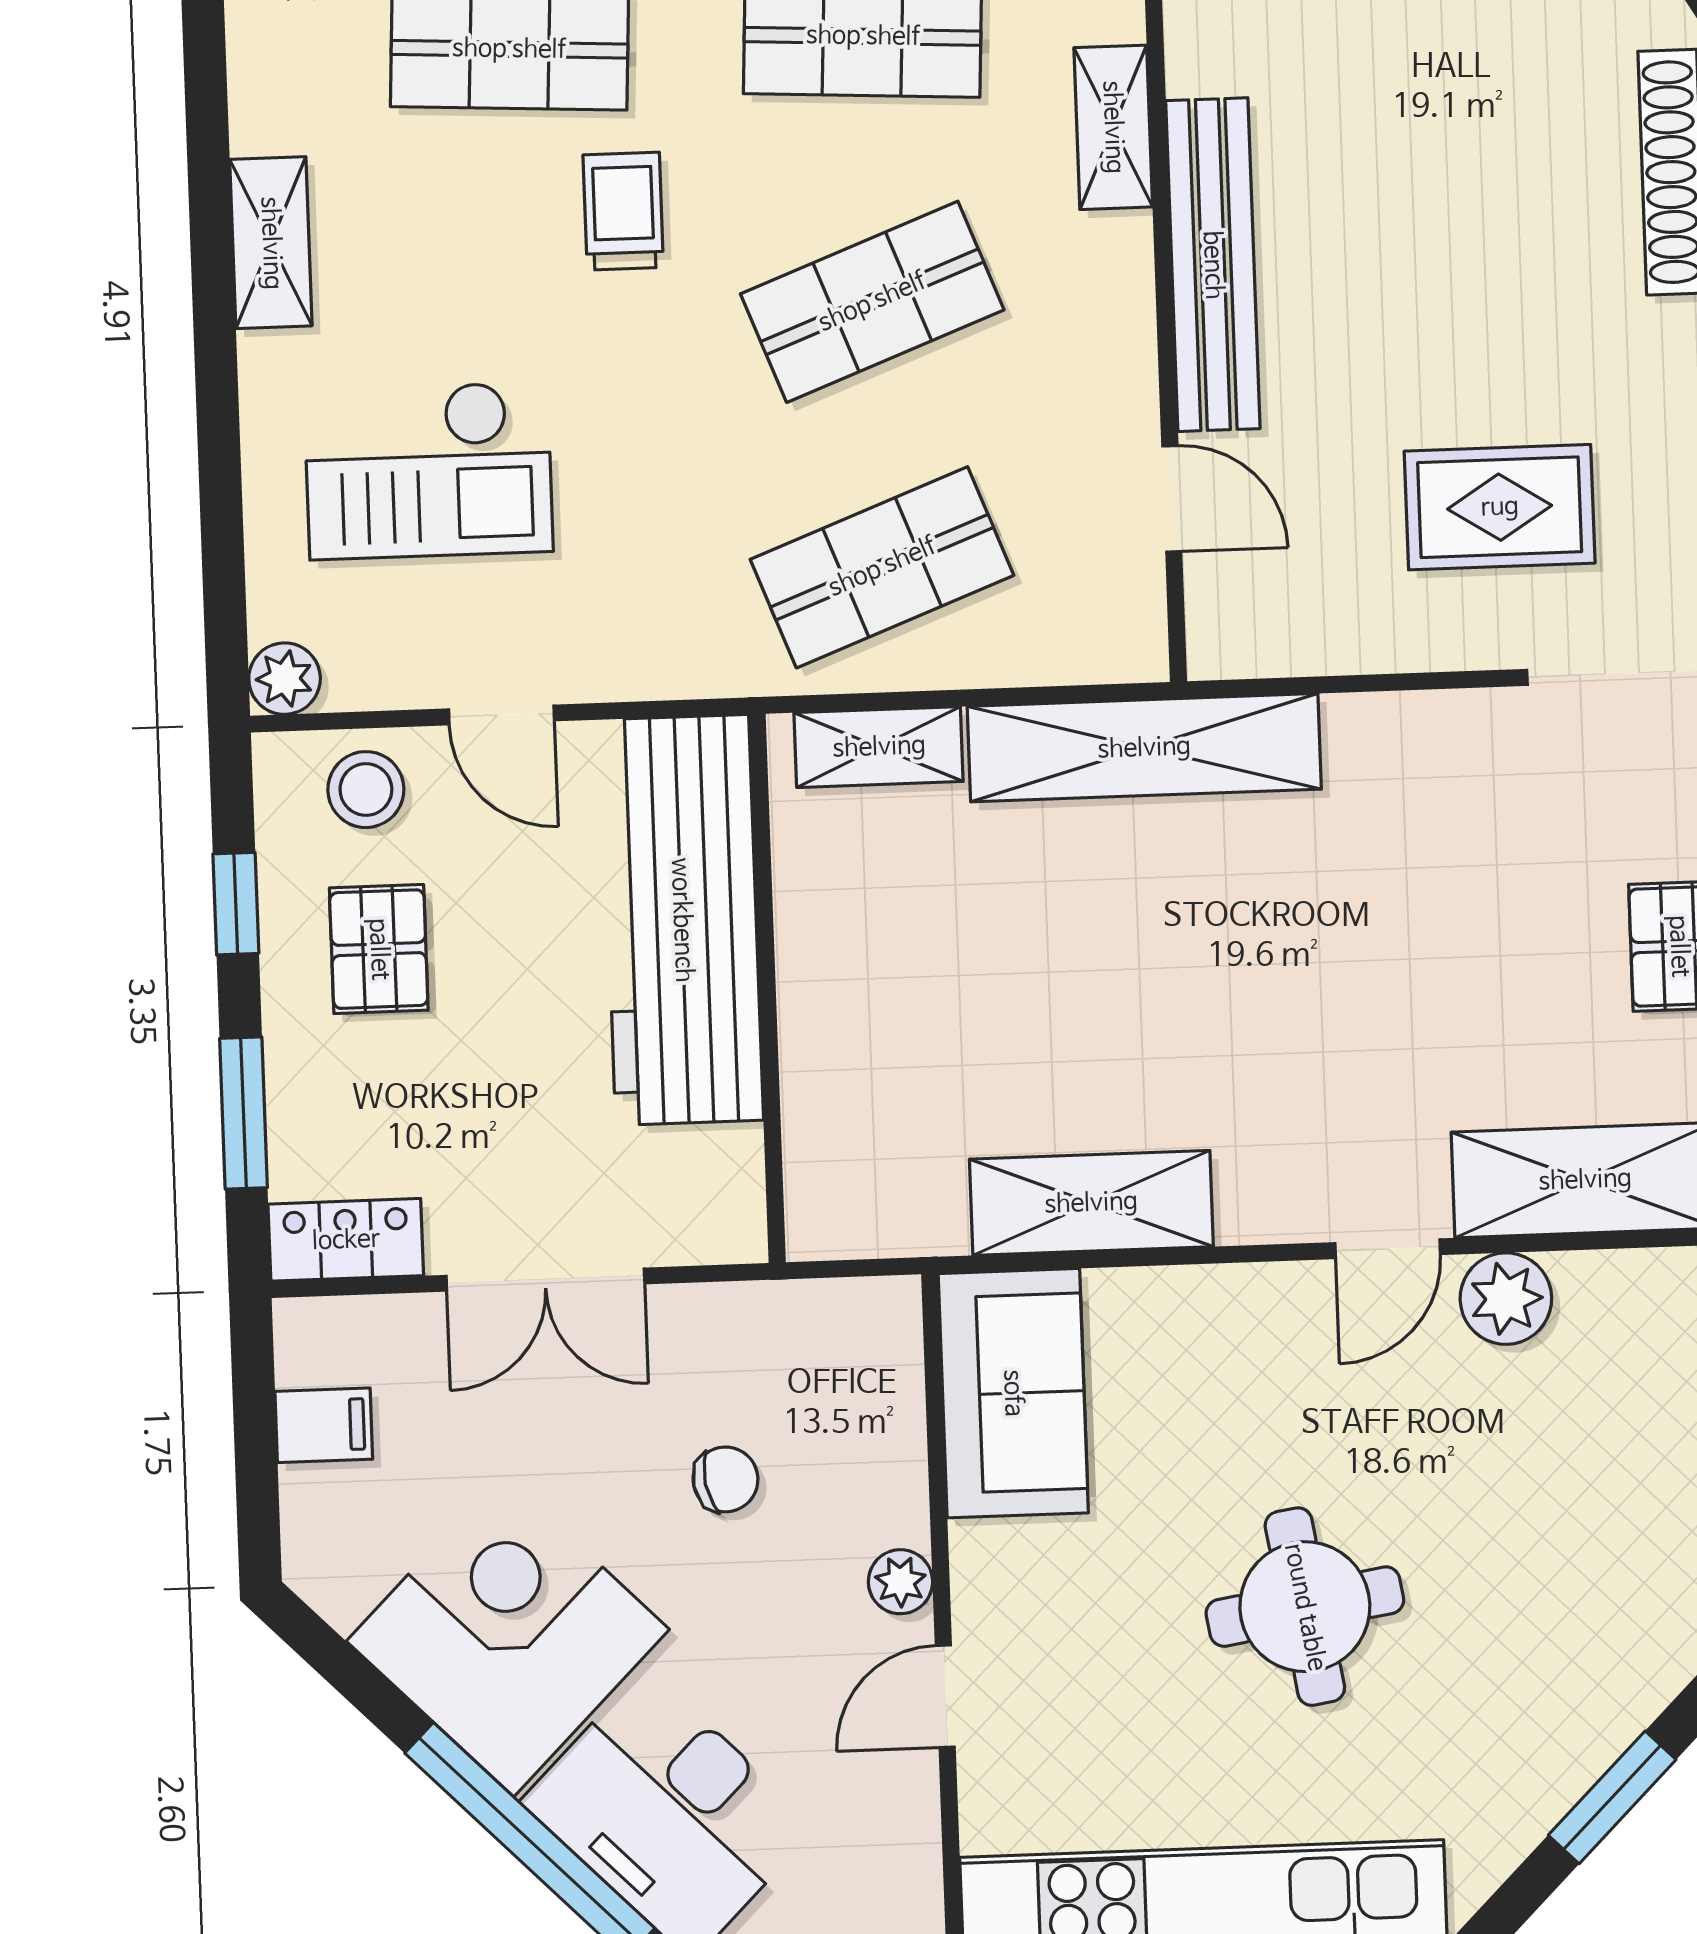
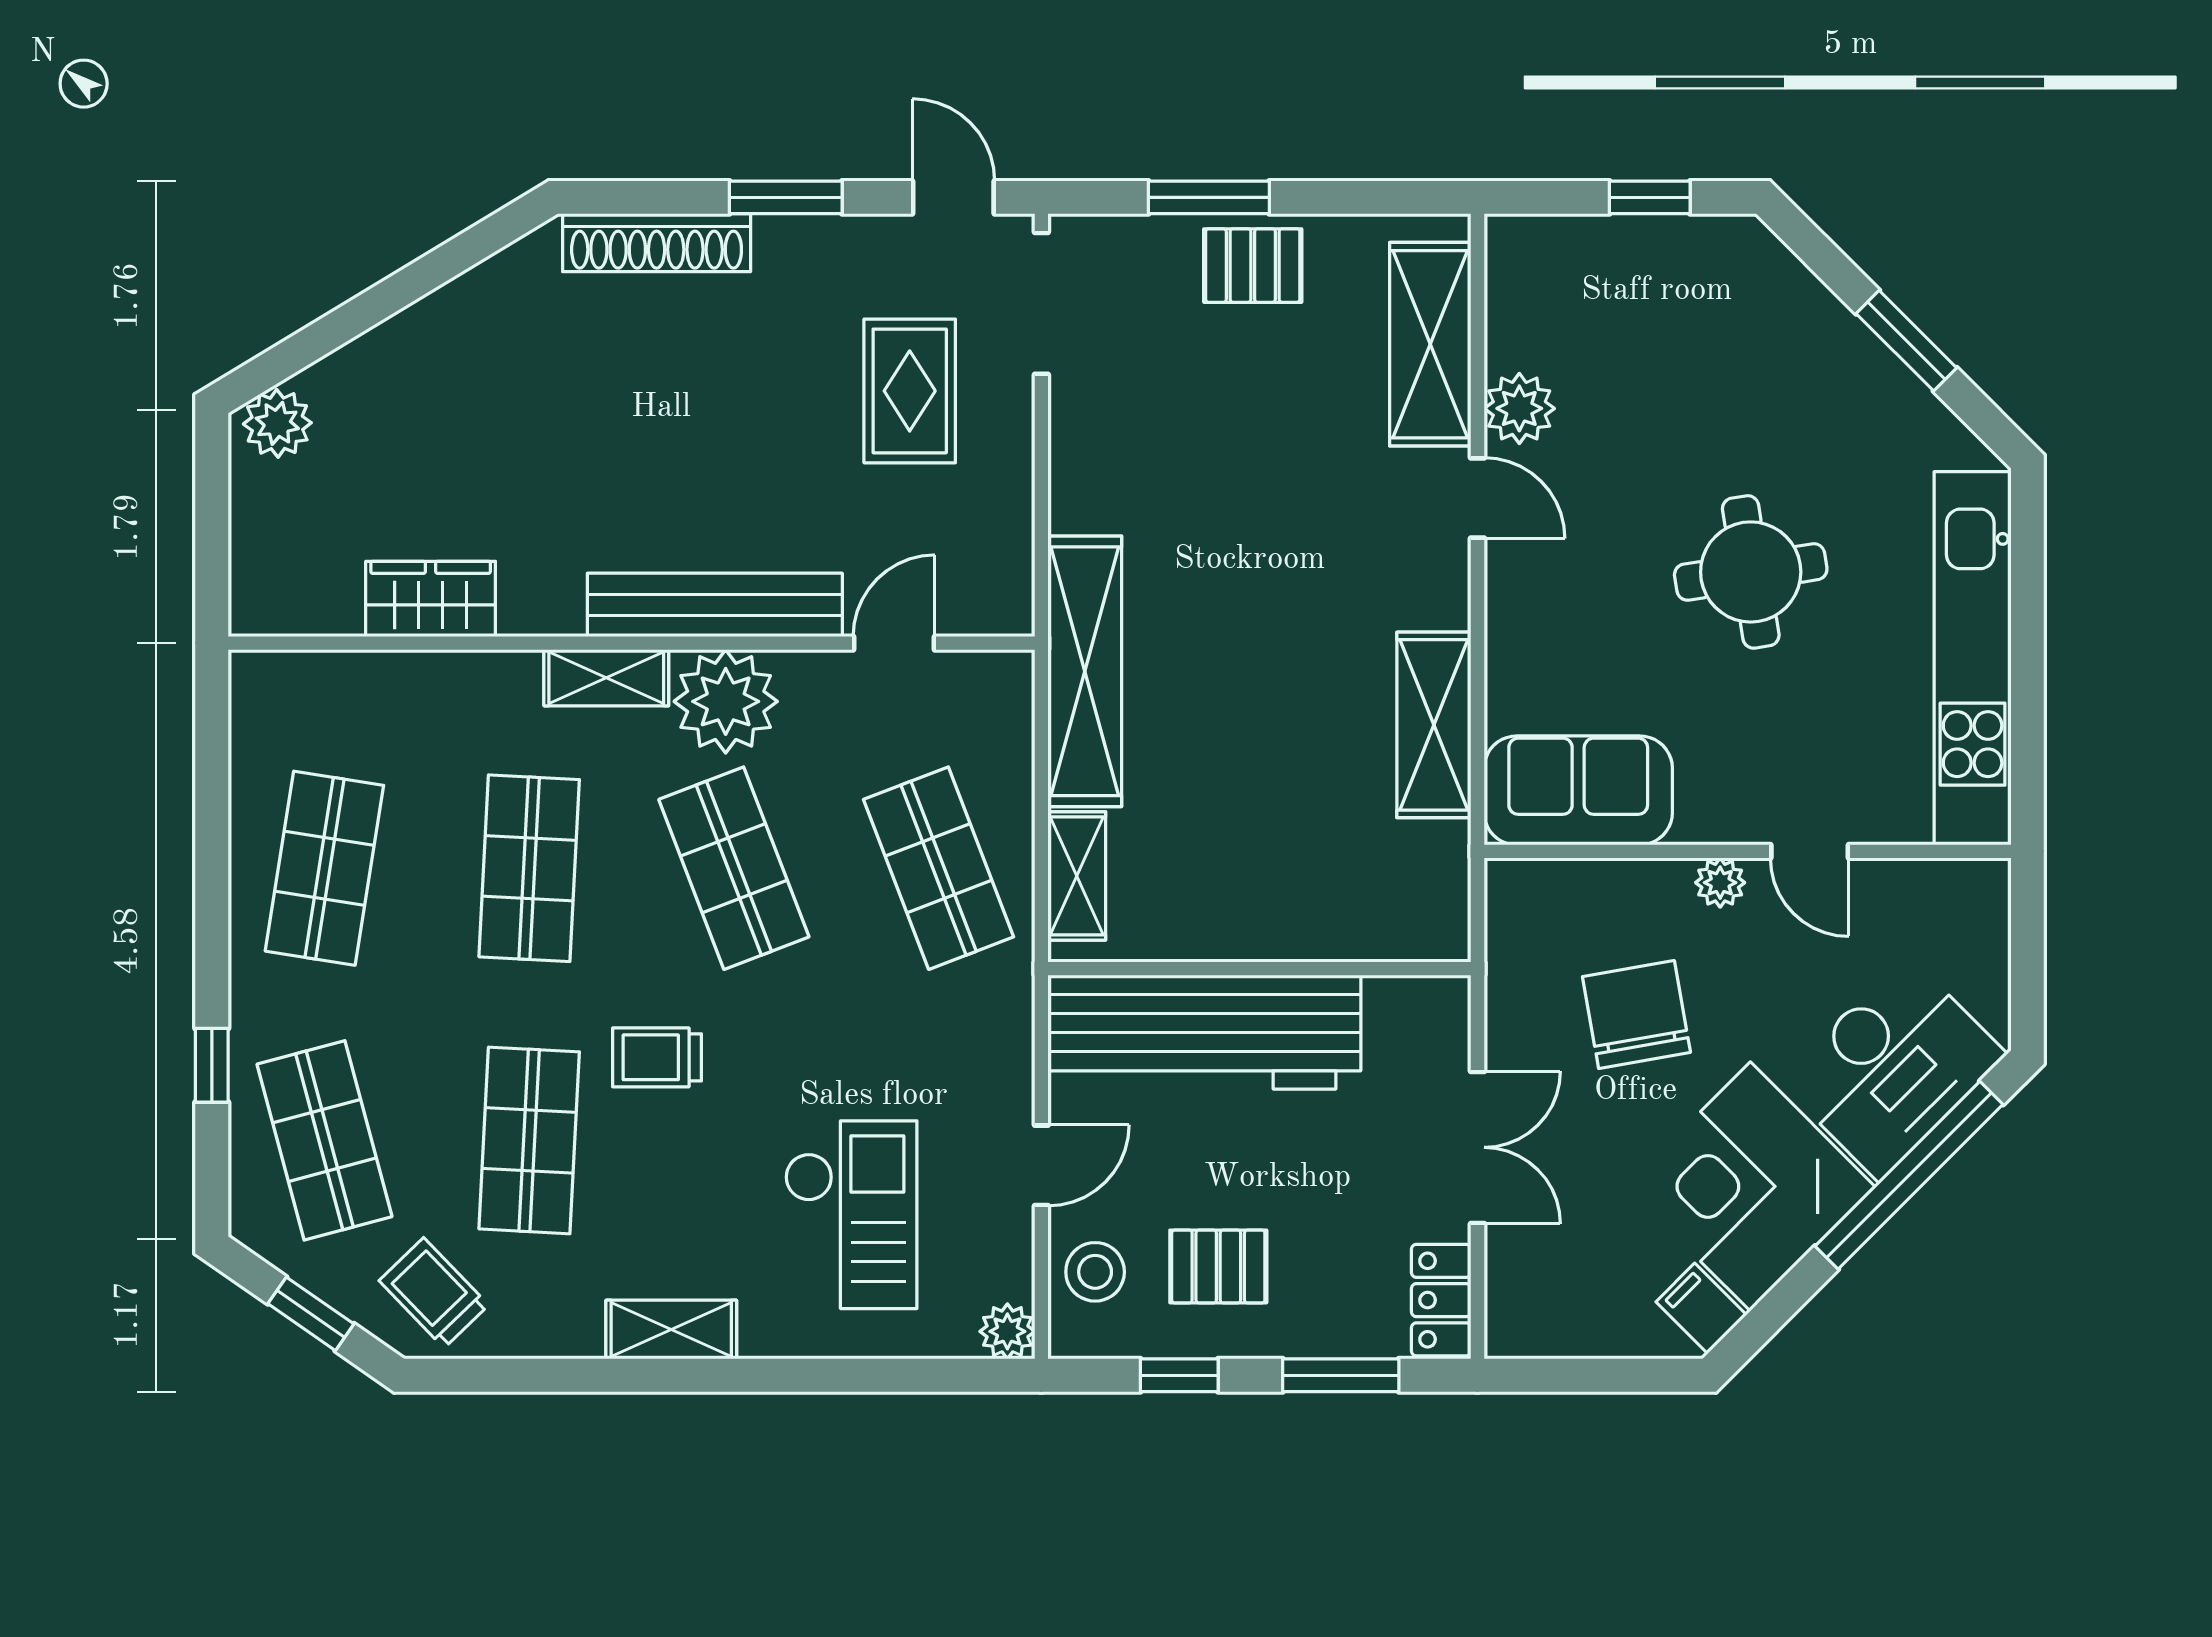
plant: (1088, 283) -> (726, 701), added
filing cabinet: (324, 1425) -> (1701, 1308), moved, turned -45
chair: (725, 1479) -> (1636, 1014), width x1.87, depth x1.87

